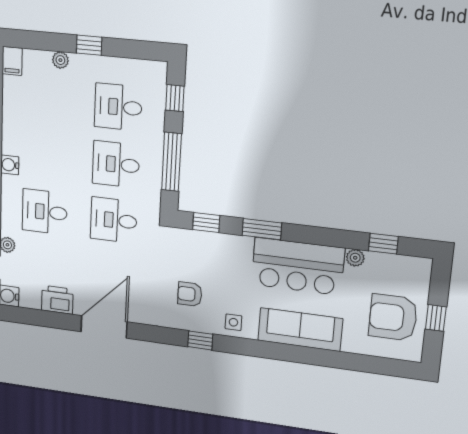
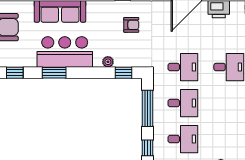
window: (262, 229) -> (54, 73), moved
plant: (355, 258) -> (108, 62), moved
side table: (233, 322) -> (102, 10), removed

